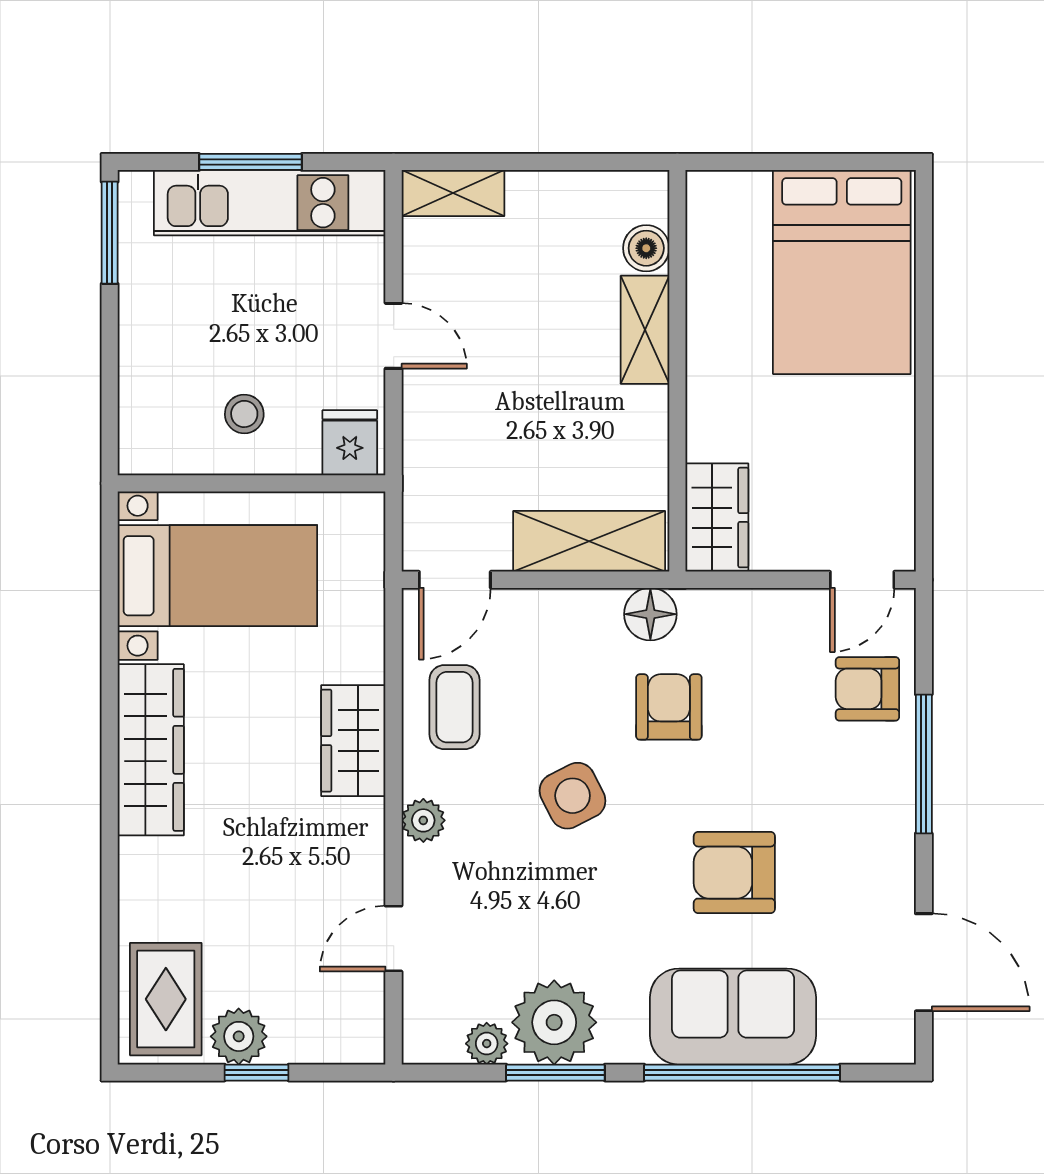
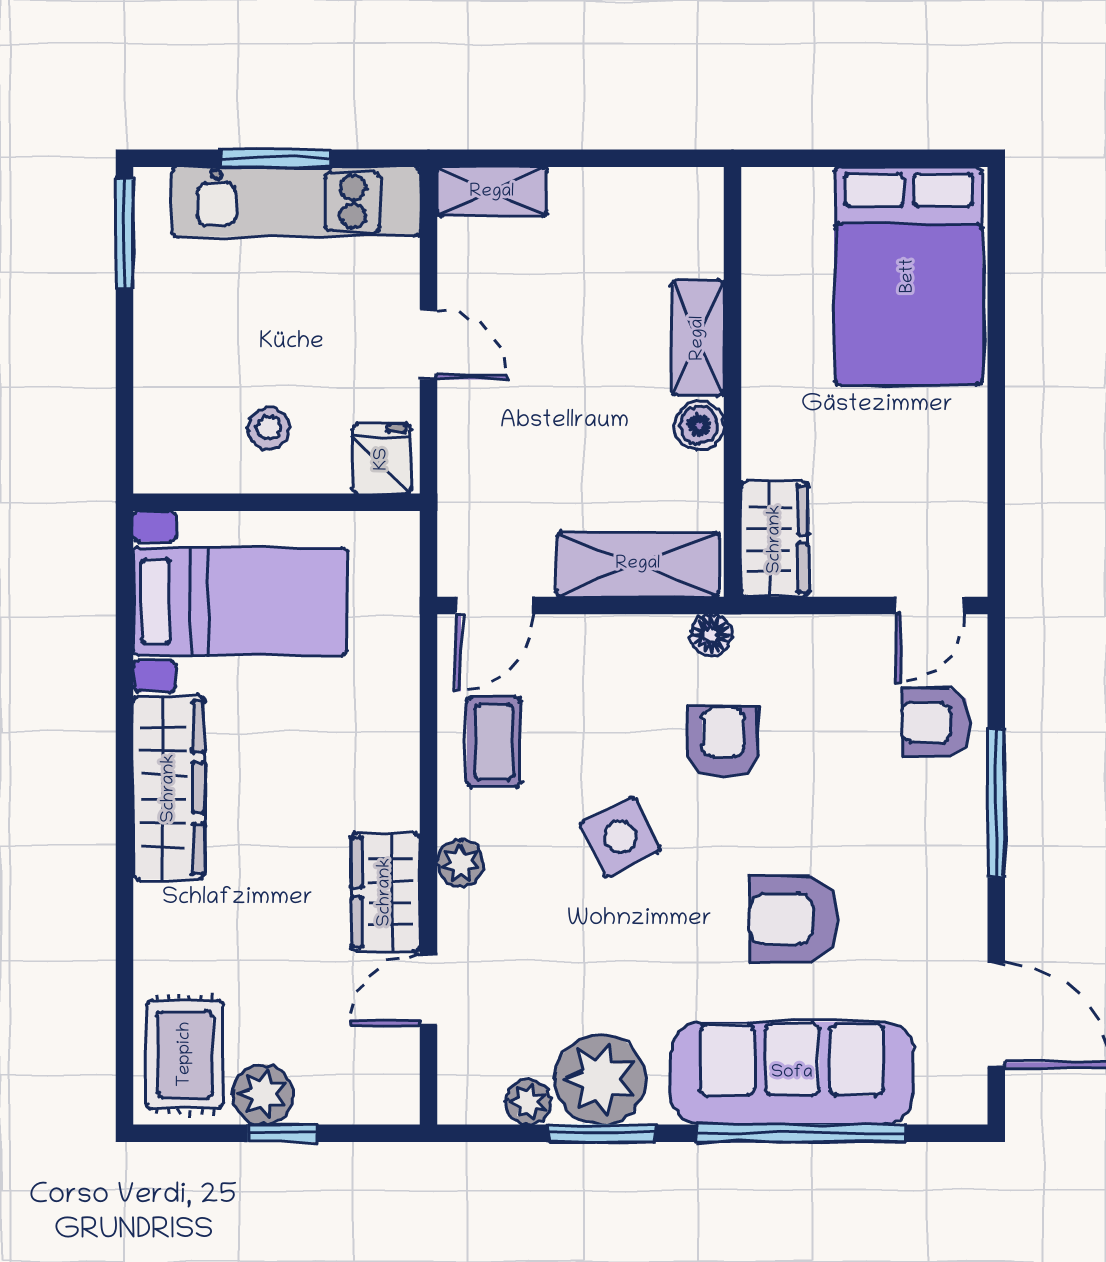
boiler: (646, 248) -> (699, 425), moved
floor lamp: (650, 614) -> (711, 635), width x0.73, depth x0.73
wardrobe: (353, 741) -> (385, 892), moved
sofa: (733, 1017) -> (792, 1073), width x1.36

